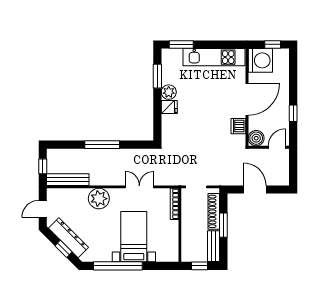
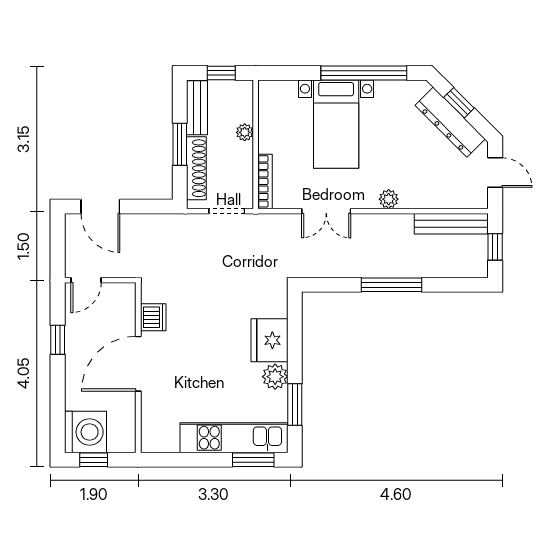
kitchen unit: (214, 57) -> (234, 438), moved
washing machine: (260, 60) -> (85, 432), moved, turned 180
fridge: (169, 107) -> (270, 340), width x1.88, depth x1.34
boiler: (256, 138) -> (122, 296), removed
door: (255, 189) -> (100, 206), moved
plant: (99, 199) -> (389, 199), width x0.53, depth x0.53
door: (43, 209) -> (495, 173), hinge flipped
plant: (186, 232) -> (245, 132), added

